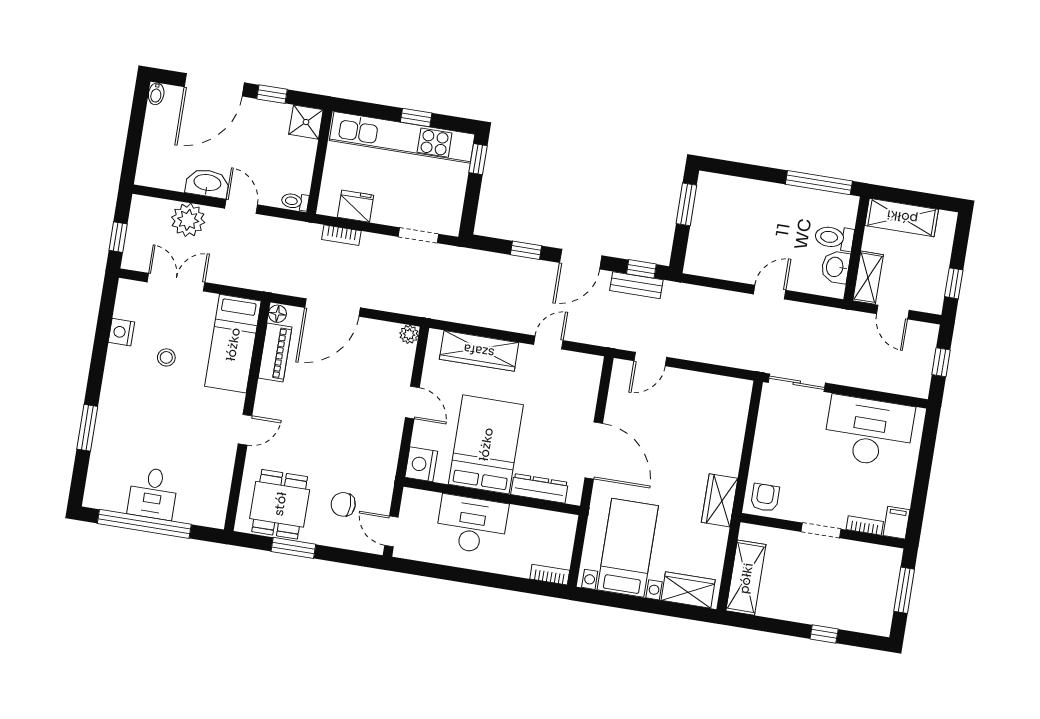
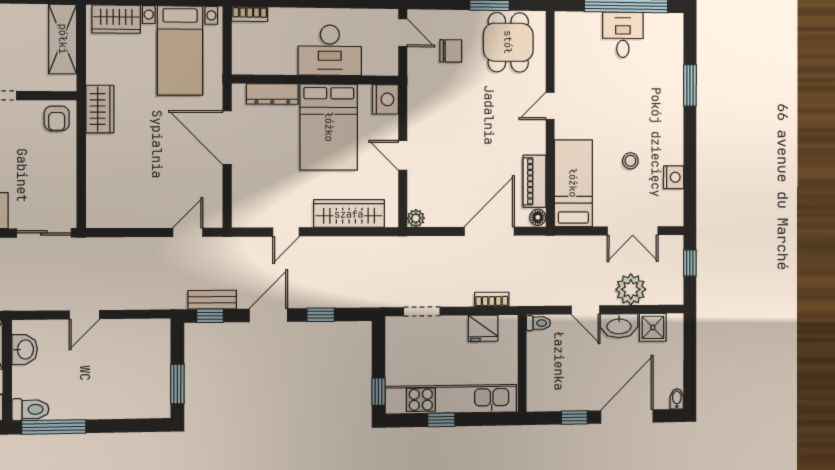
shower: (306, 122) -> (653, 327), moved
toilet: (834, 238) -> (30, 409), moved

